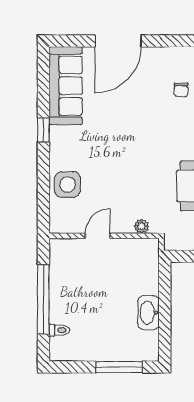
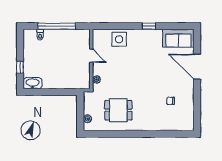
sofa: (66, 86) -> (178, 38), width x0.73
washbasin: (149, 313) -> (33, 83), moved
window: (119, 367) -> (20, 67), width x0.46

